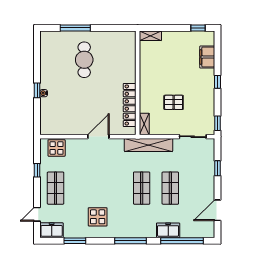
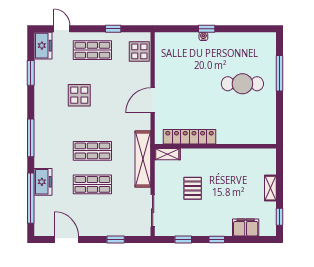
shelving: (150, 36) -> (270, 188), moved
window: (217, 123) -> (183, 240), moved
door: (98, 137) -> (153, 100), swing flipped
display table: (98, 217) -> (79, 95), moved

